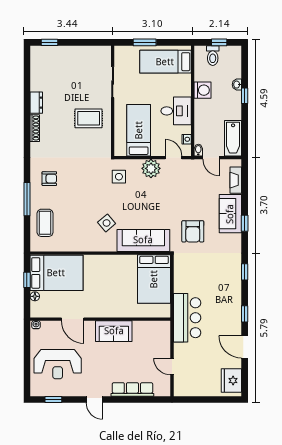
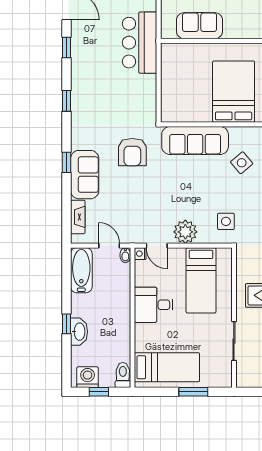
toilet: (213, 56) -> (123, 375), moved
washbasin: (237, 85) -> (79, 332), width x1.91, depth x1.45
washing machine: (203, 90) -> (88, 377), moved, turned 90
nightstand: (187, 139) -> (140, 254), moved
armchair: (193, 231) -> (132, 152), turned 180
bed: (154, 279) -> (234, 92), moved
sofa: (114, 331) -> (200, 26), moved

